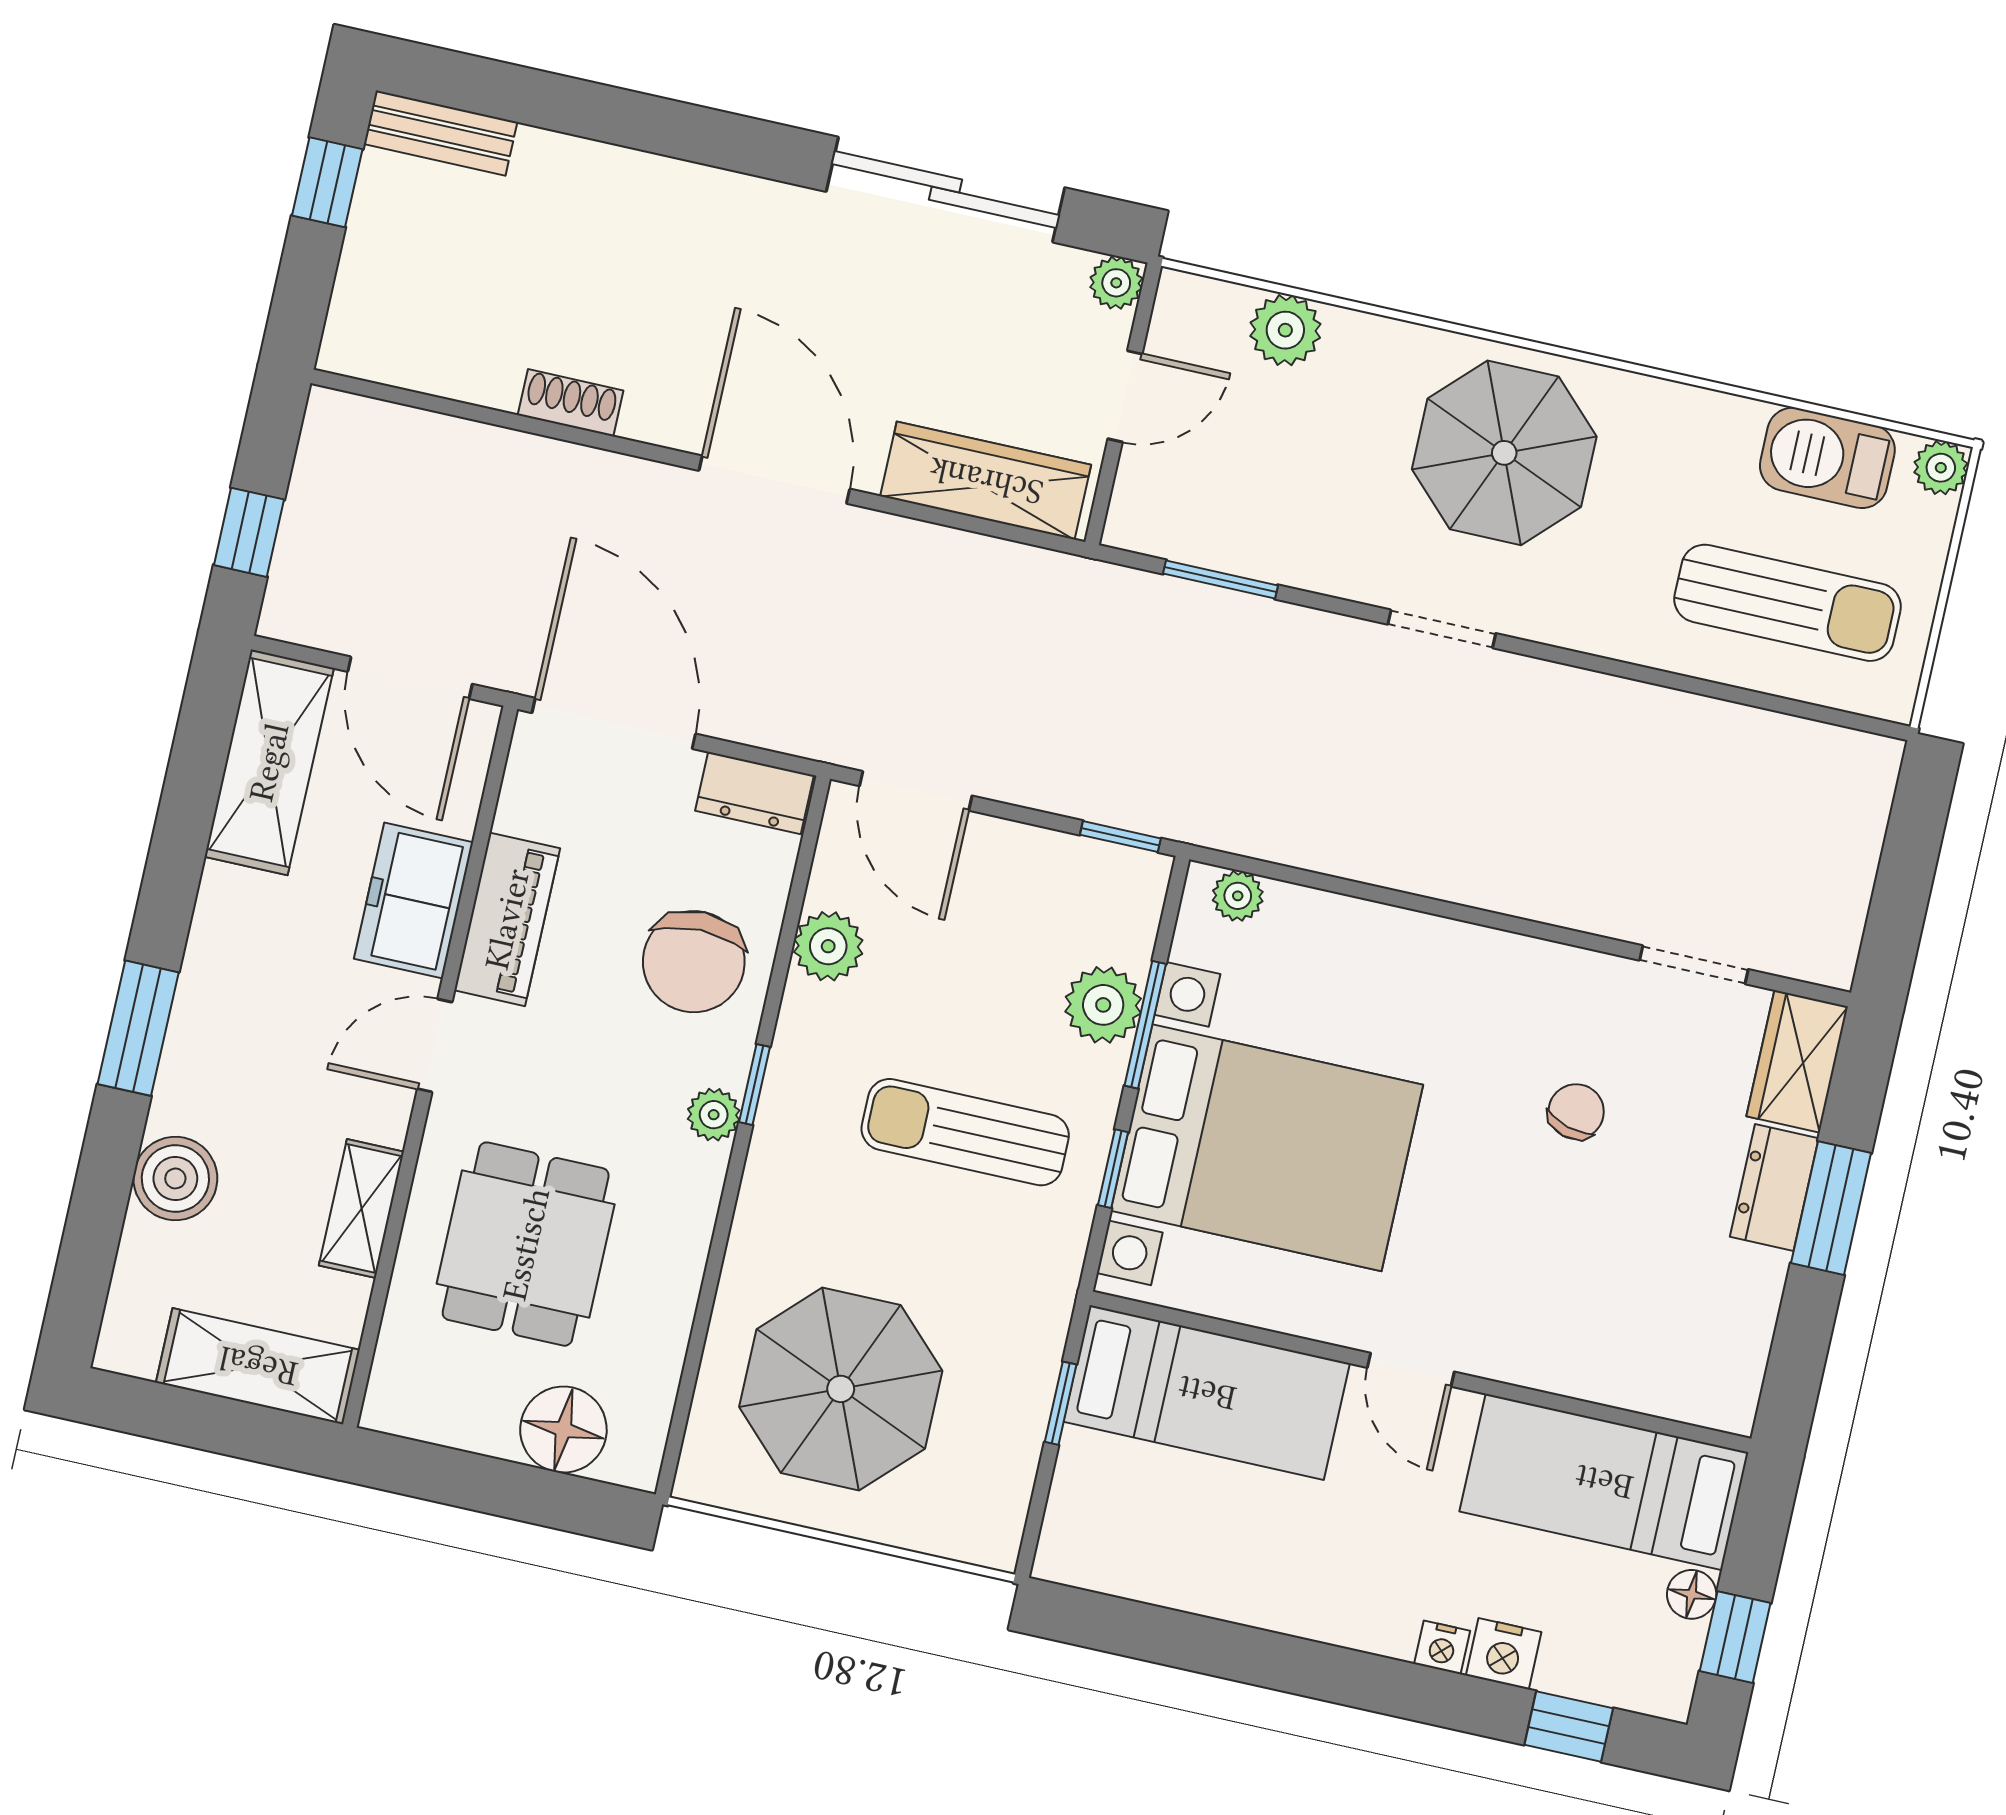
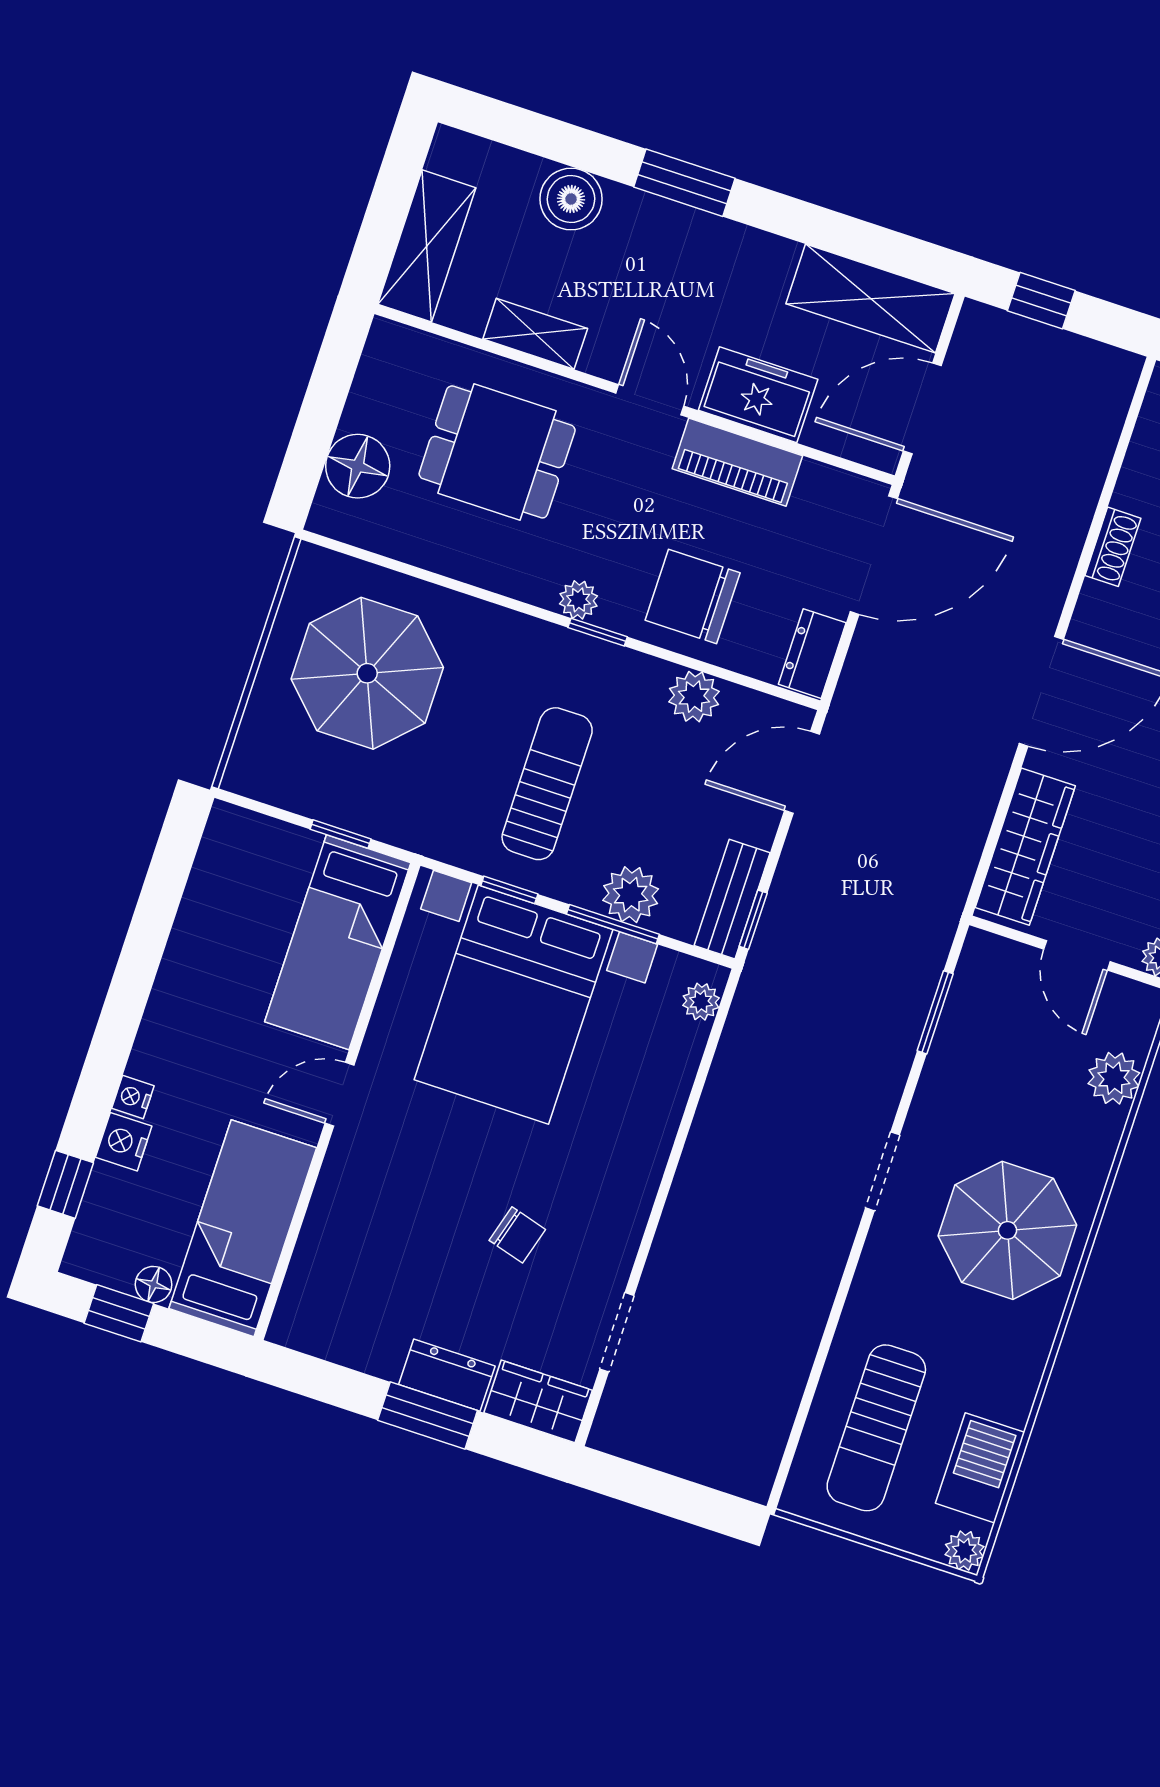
bench: (1096, 868) -> (732, 899), added

